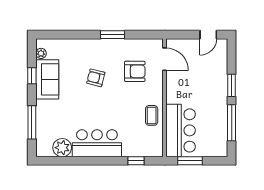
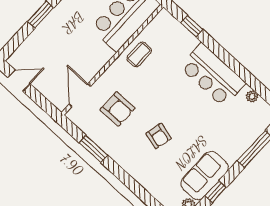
window: (112, 35) -> (93, 149), moved
armchair: (135, 71) -> (117, 109), turned 180
plant: (62, 148) -> (252, 96), width x0.53, depth x0.53

